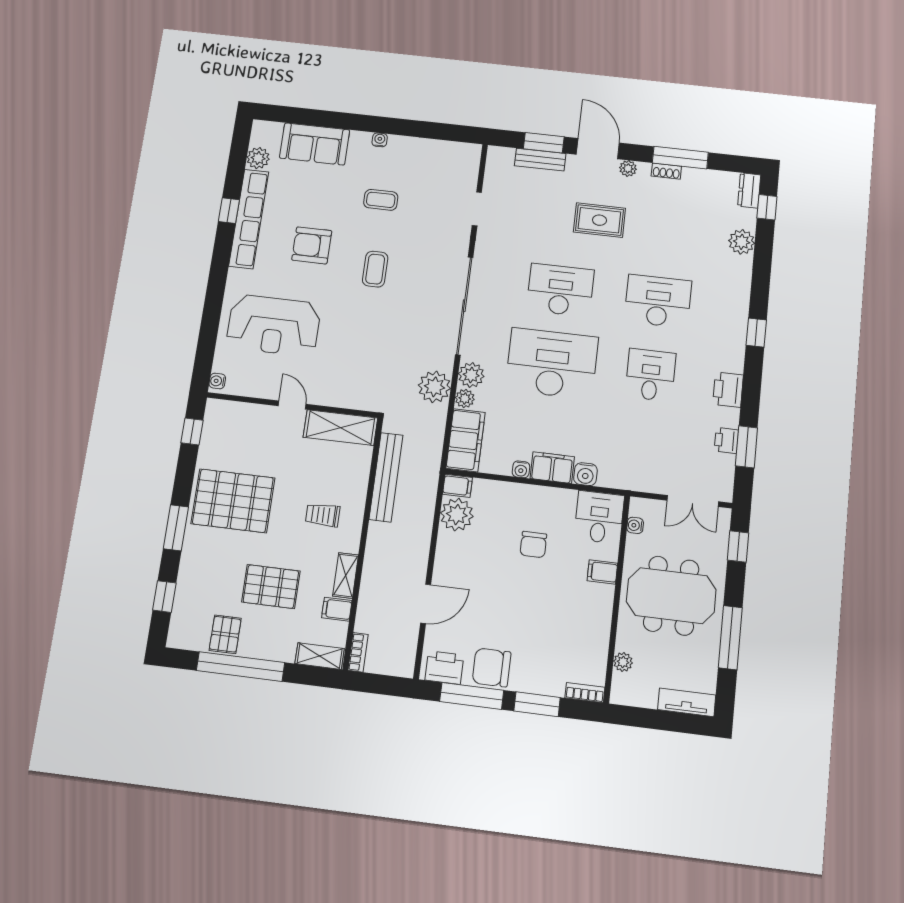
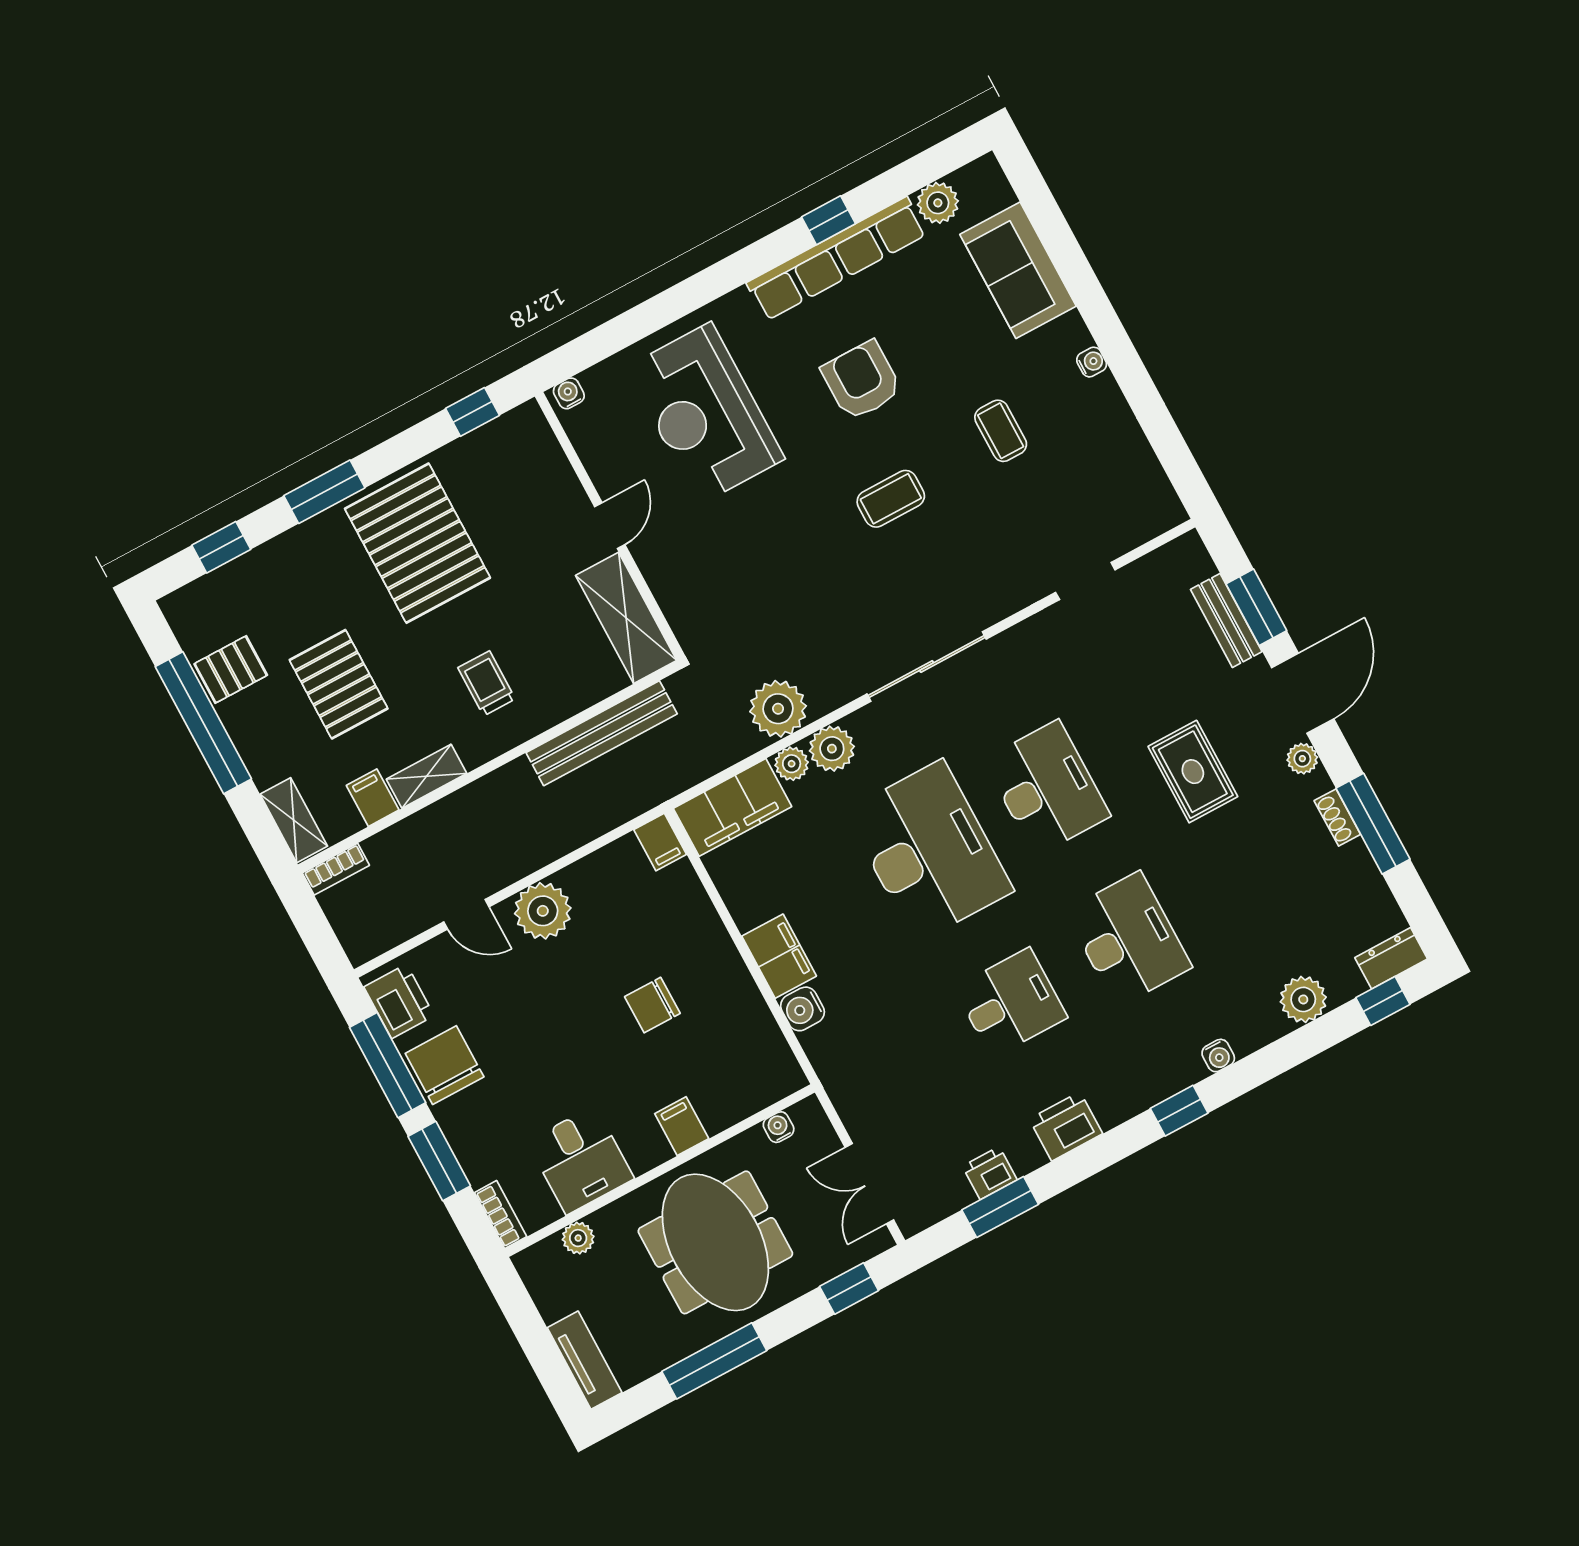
sliding door: (464, 306) -> (927, 667), width x0.73
water cooler: (521, 469) -> (1218, 1056), moved, turned -90
plant: (457, 515) -> (543, 911), moved
desk: (599, 517) -> (580, 1160), moved, turned 90
door: (426, 604) -> (466, 914), width x0.73

